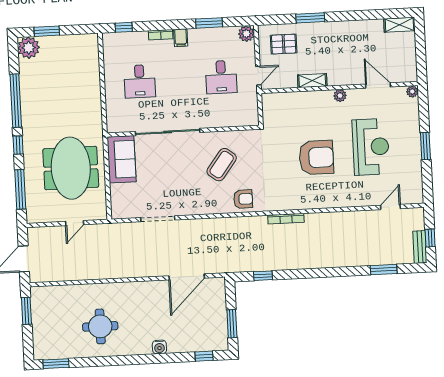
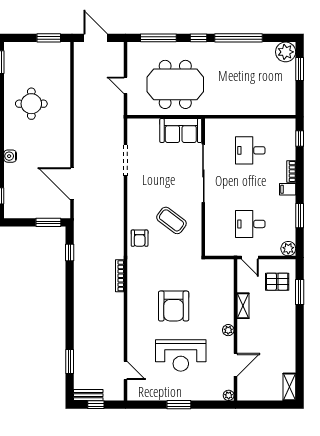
window: (310, 18) -> (300, 292), moved
pallet: (284, 44) -> (277, 282), turned 90
window: (232, 324) -> (48, 222), moved

